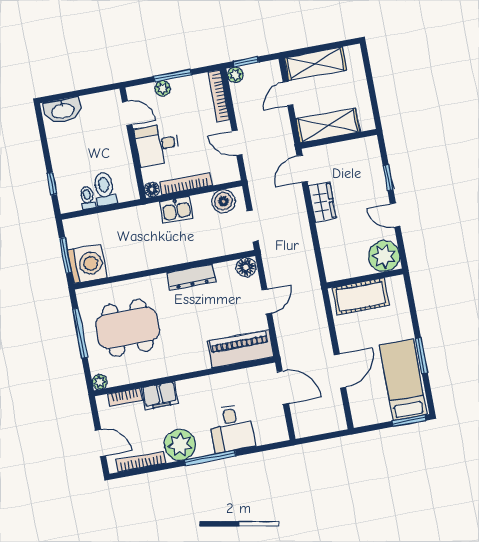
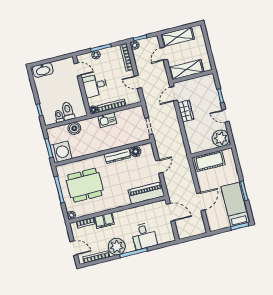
boiler: (223, 201) -> (74, 128), moved
floor lamp: (246, 267) -> (136, 151), moved

